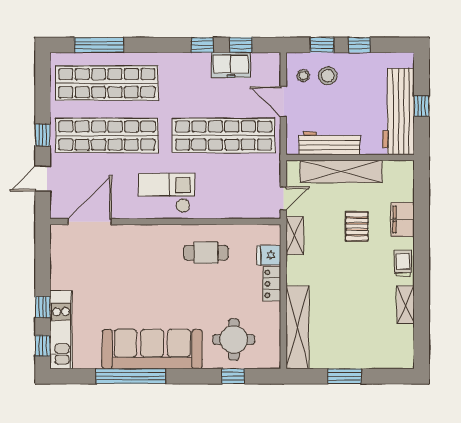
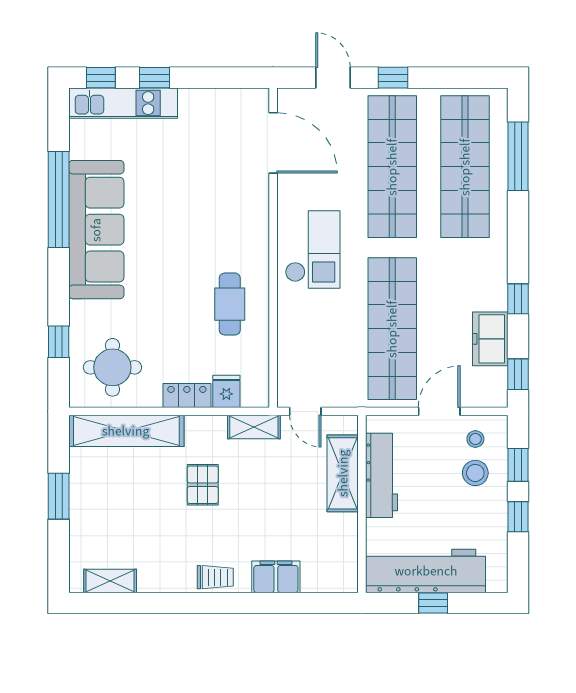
window: (241, 45) -> (518, 374), moved
shelving: (341, 171) -> (343, 473), width x0.68
pallet: (357, 226) -> (203, 485), moved, turned 90
shelving: (406, 304) -> (110, 581), moved
round table: (234, 340) -> (112, 367), moved

